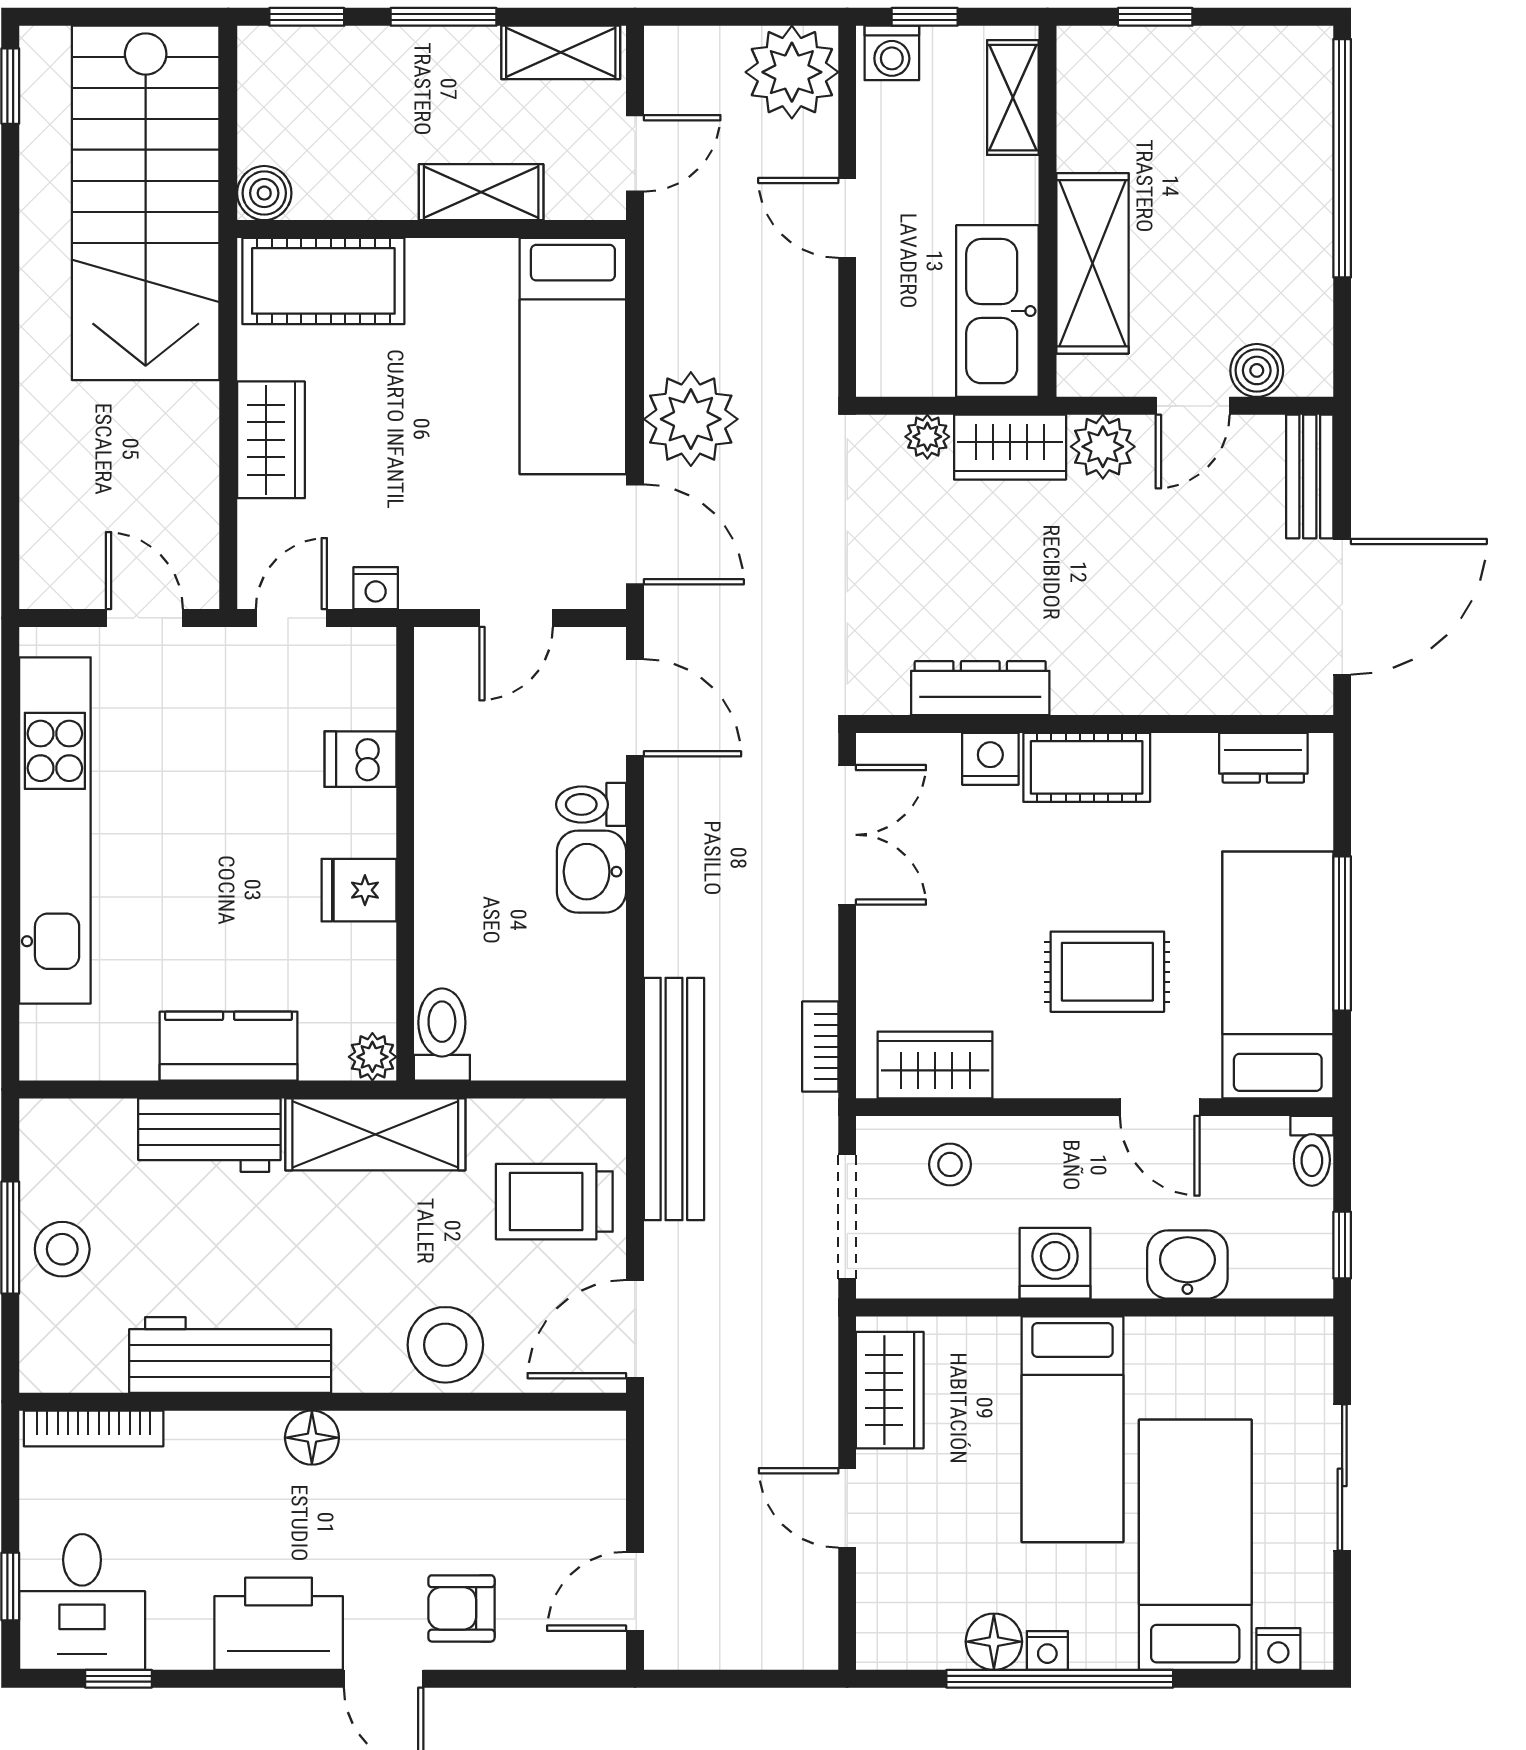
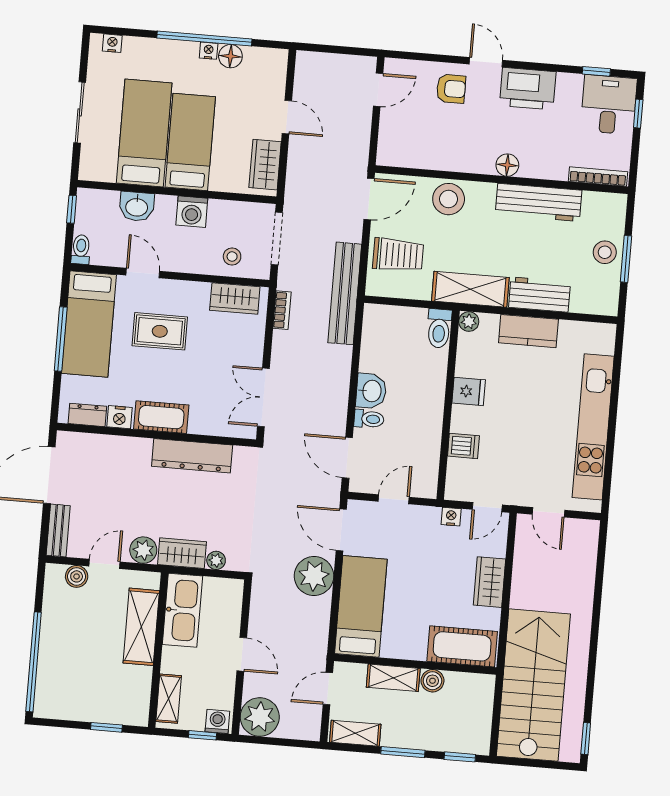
boiler: (264, 193) -> (432, 681), moved
dresser: (980, 688) -> (192, 456), width x1.37, depth x1.24
nightstand: (990, 759) -> (119, 417), moved
bed: (1195, 1545) -> (144, 133), moved, turned 180

